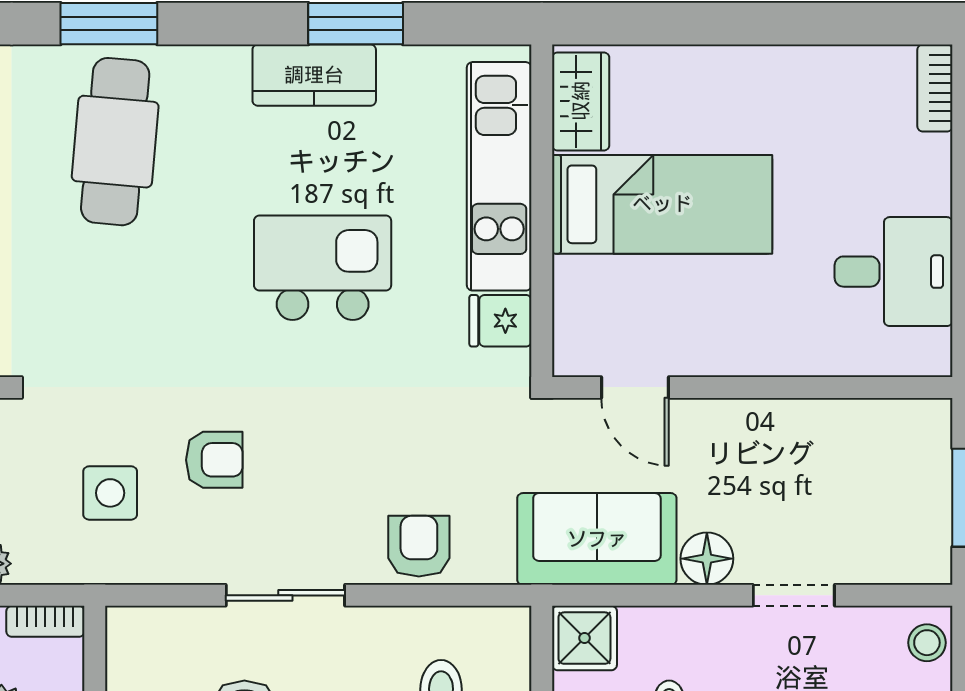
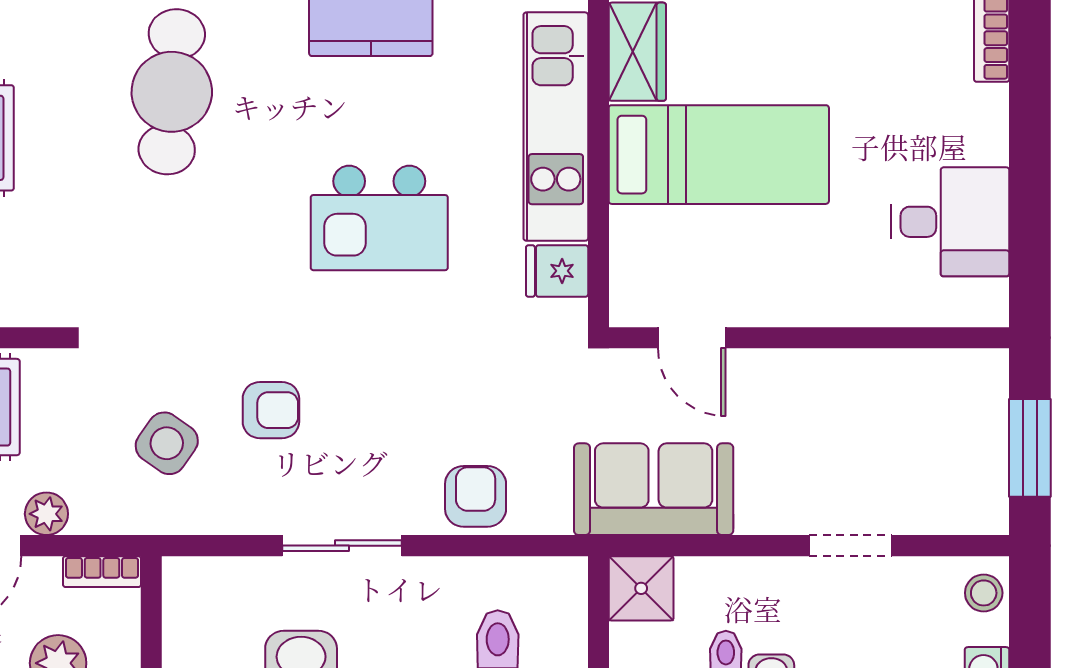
kitchen island: (323, 268) -> (379, 218), turned 180
side table: (110, 493) -> (167, 443), turned 35
floor lamp: (707, 559) -> (764, 509), removed

